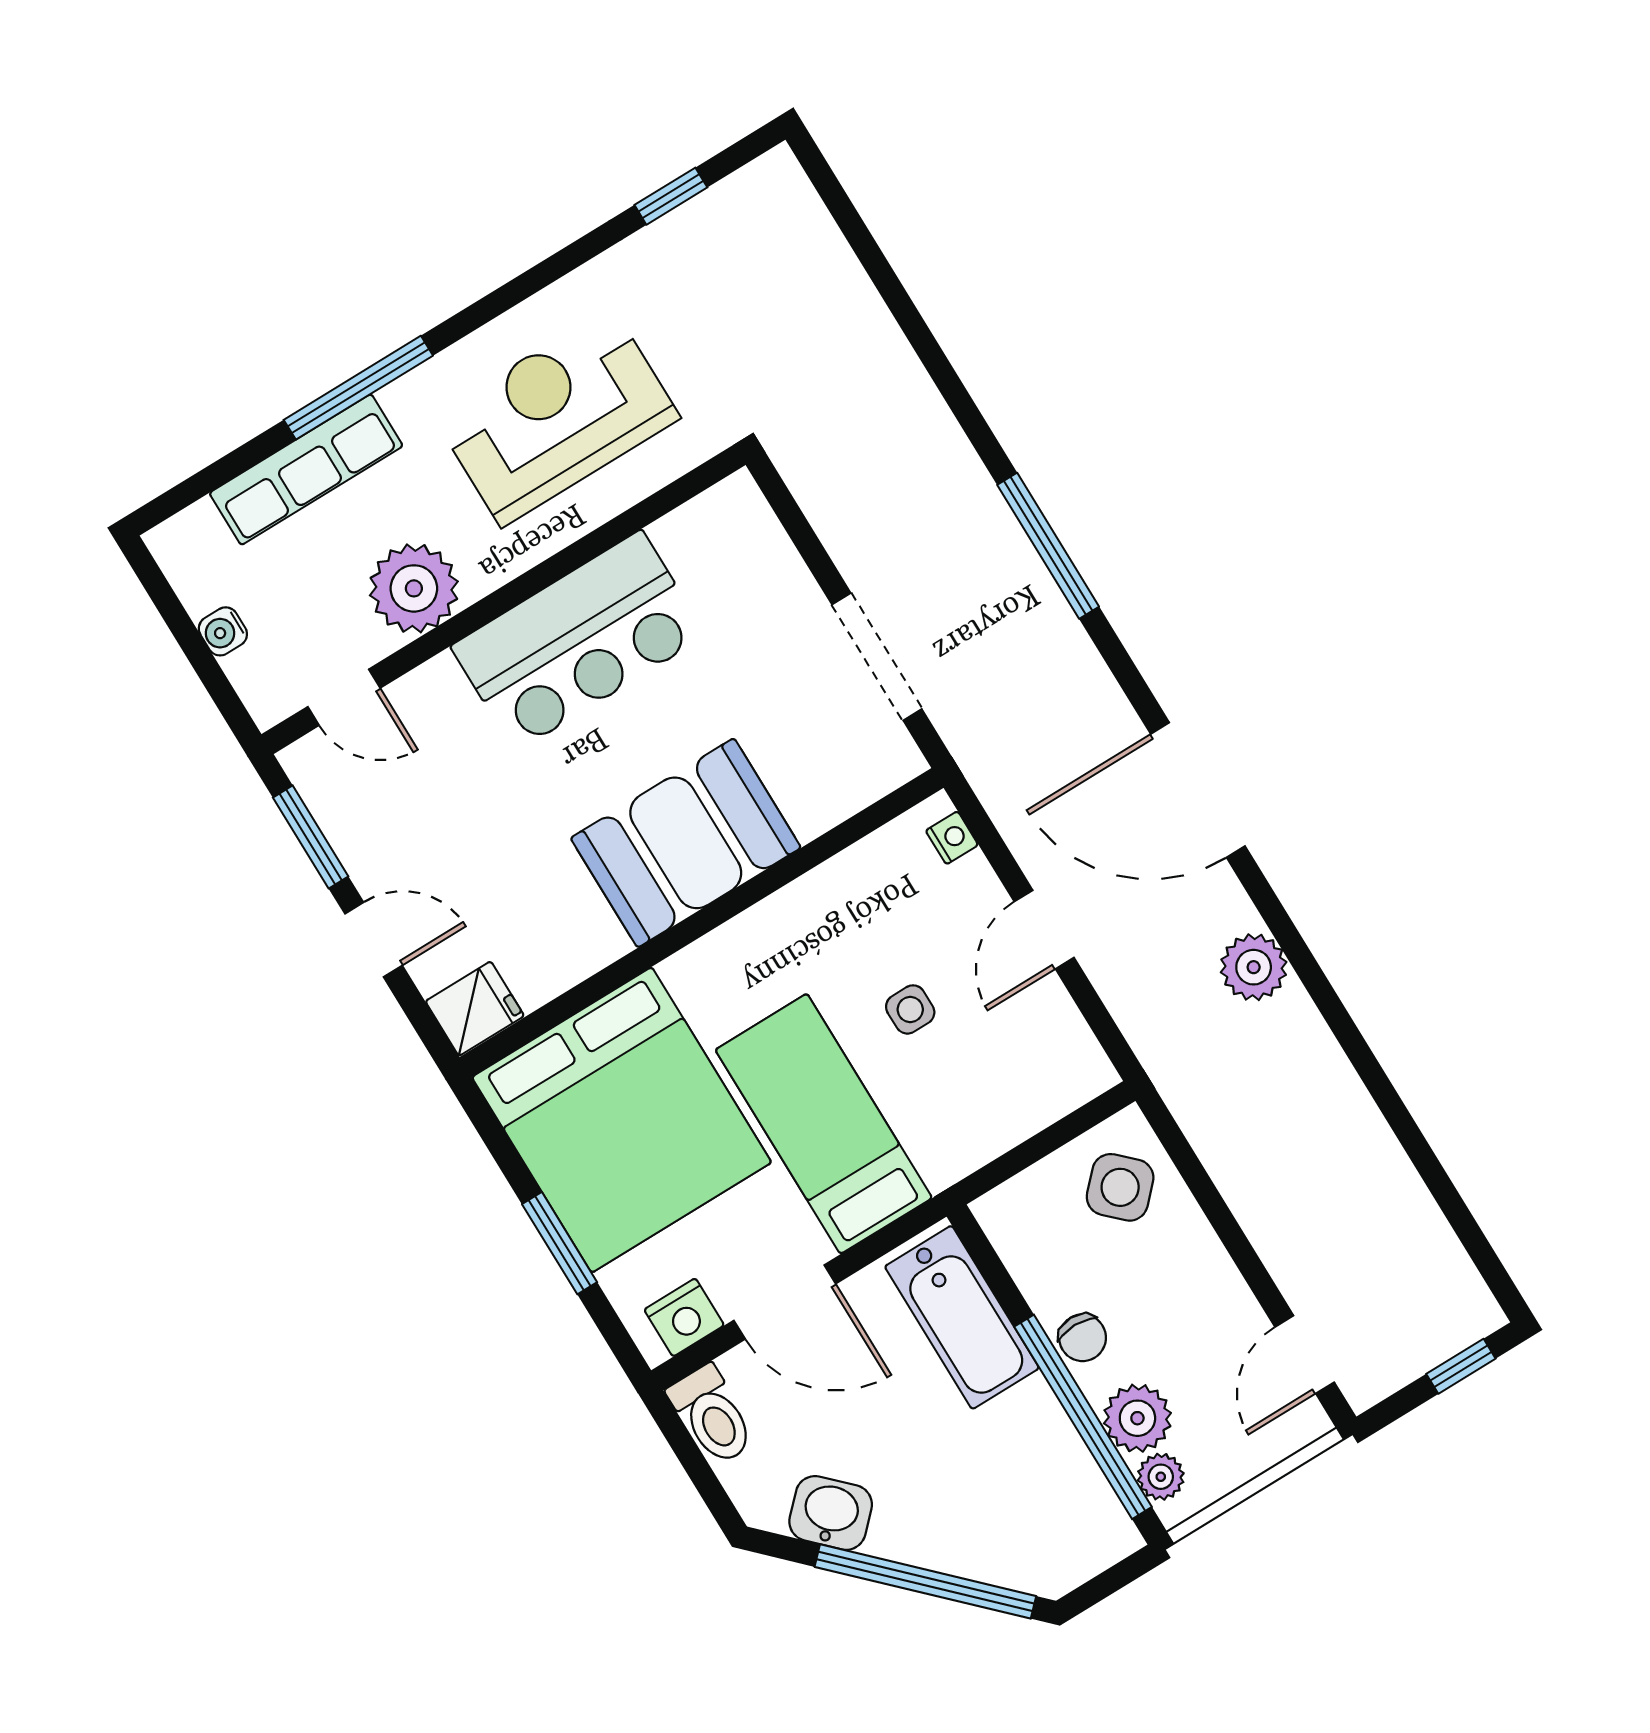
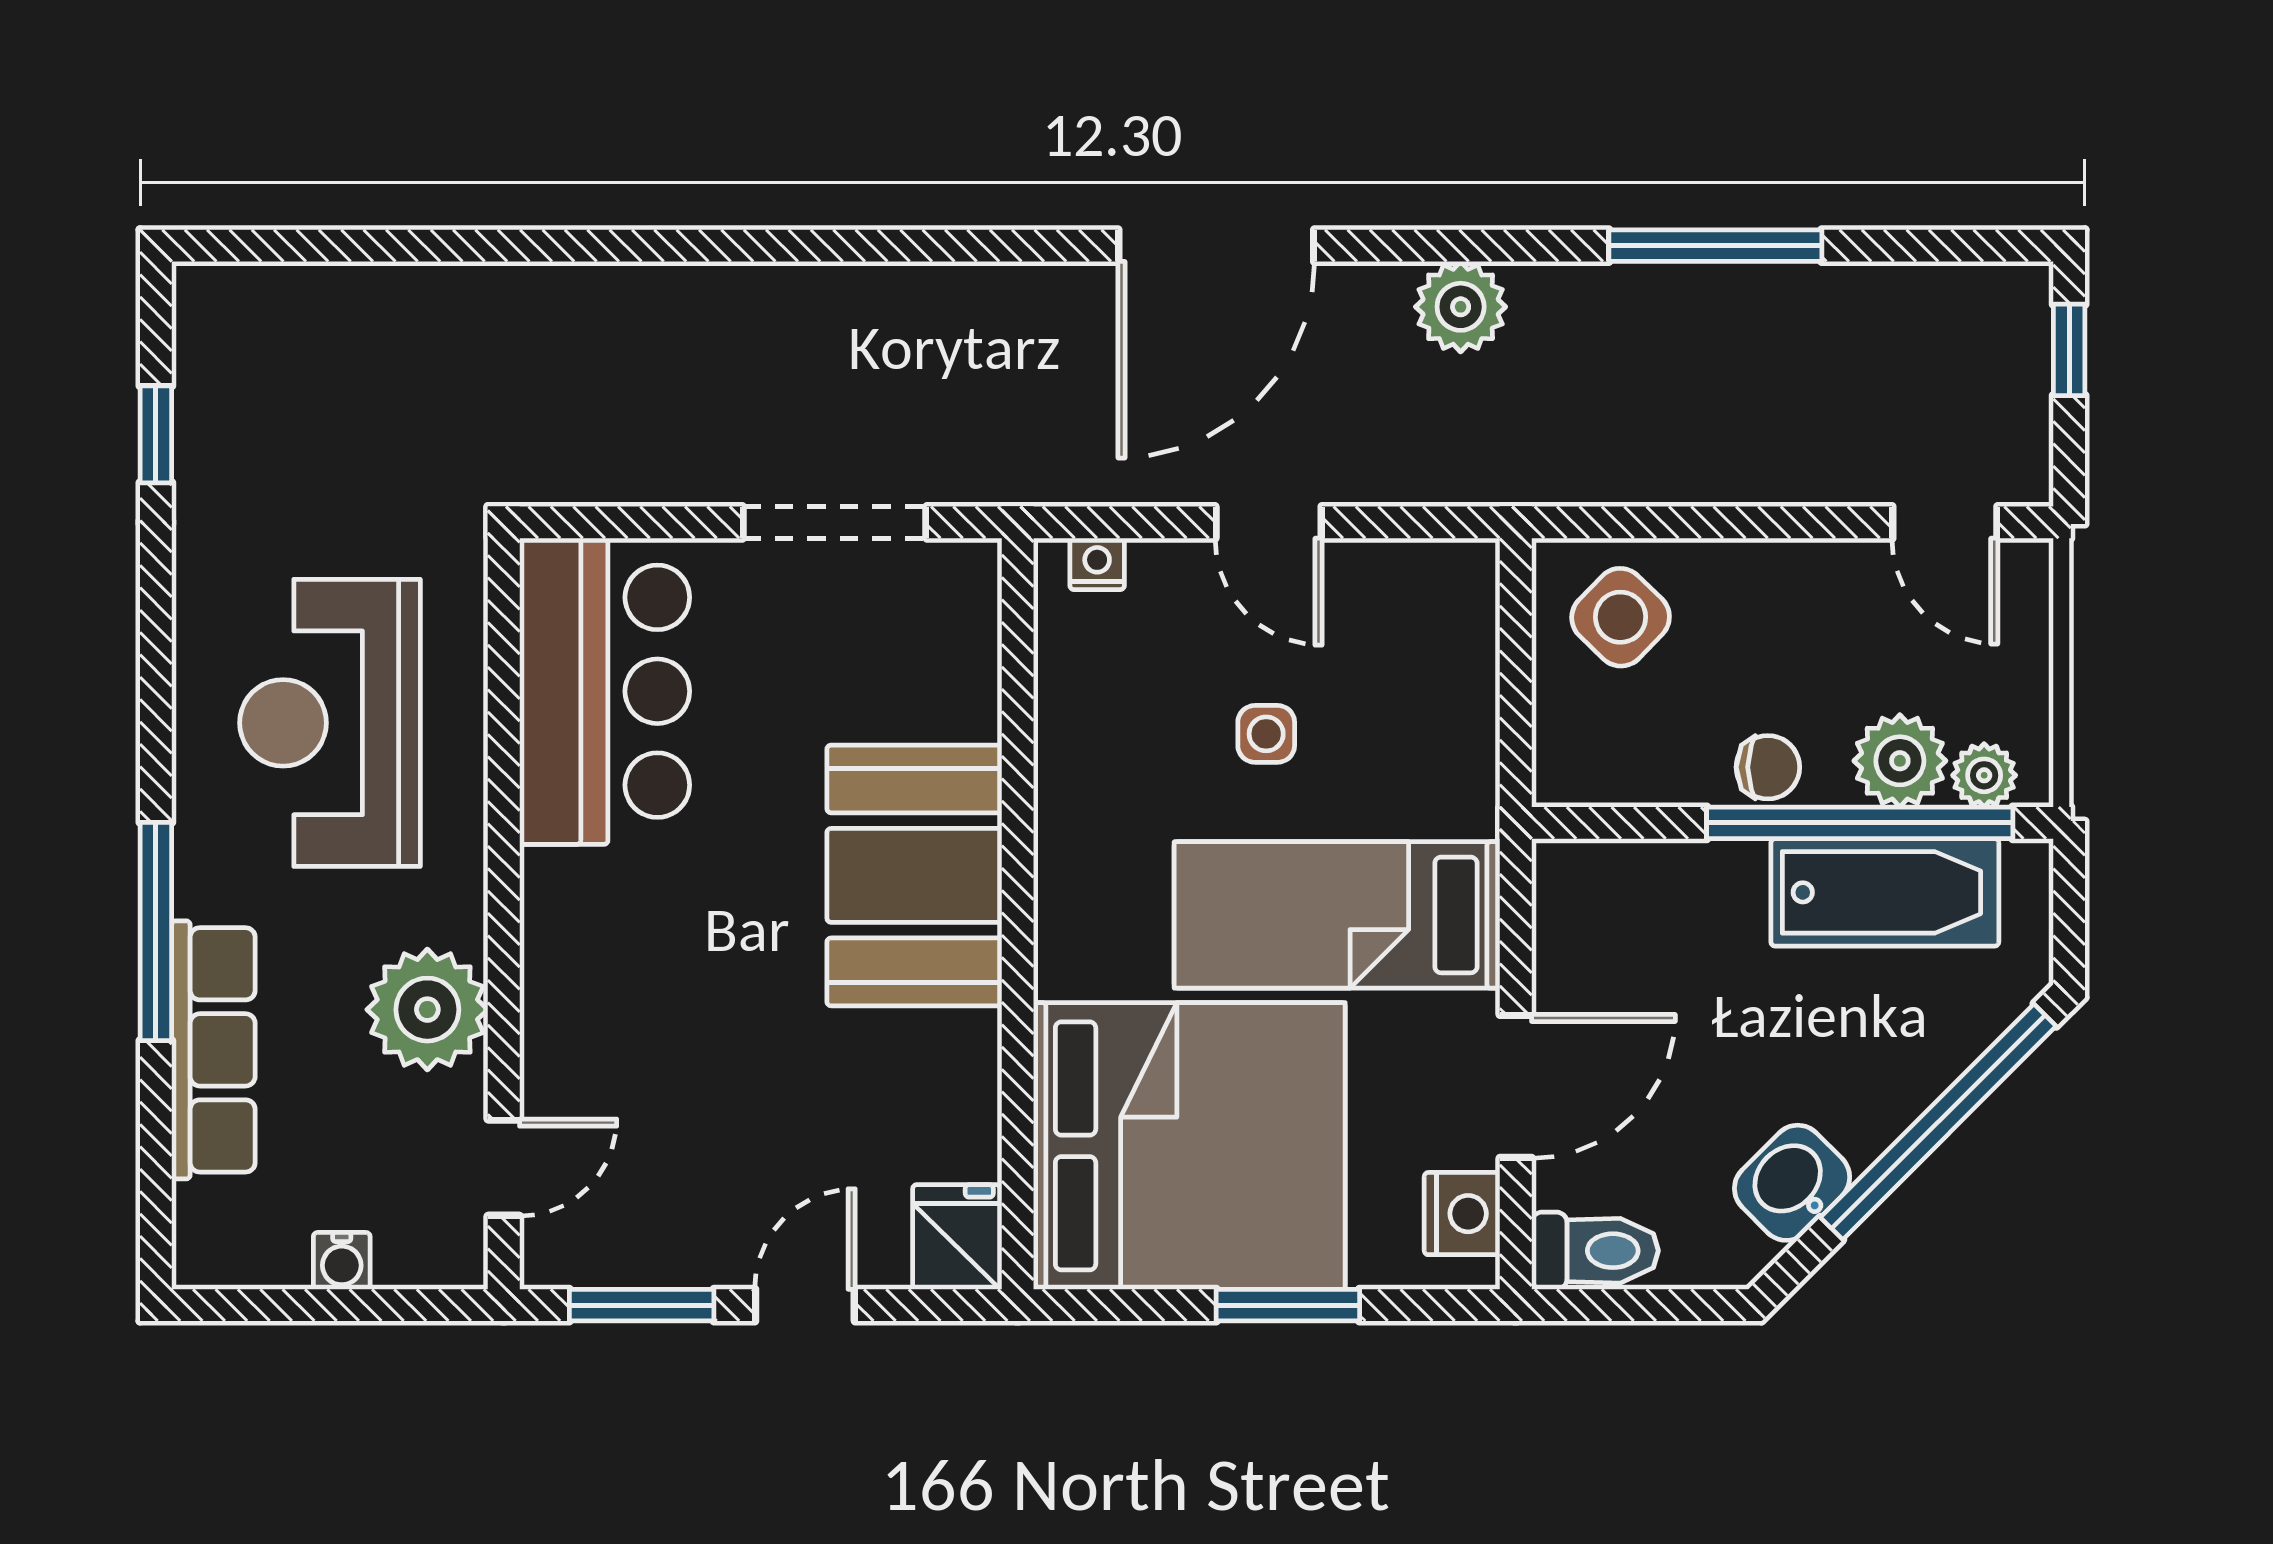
window: (1048, 546) -> (1715, 246), moved
bar counter: (578, 641) -> (605, 691), moved
bathtub: (962, 1317) -> (1885, 892), moved

